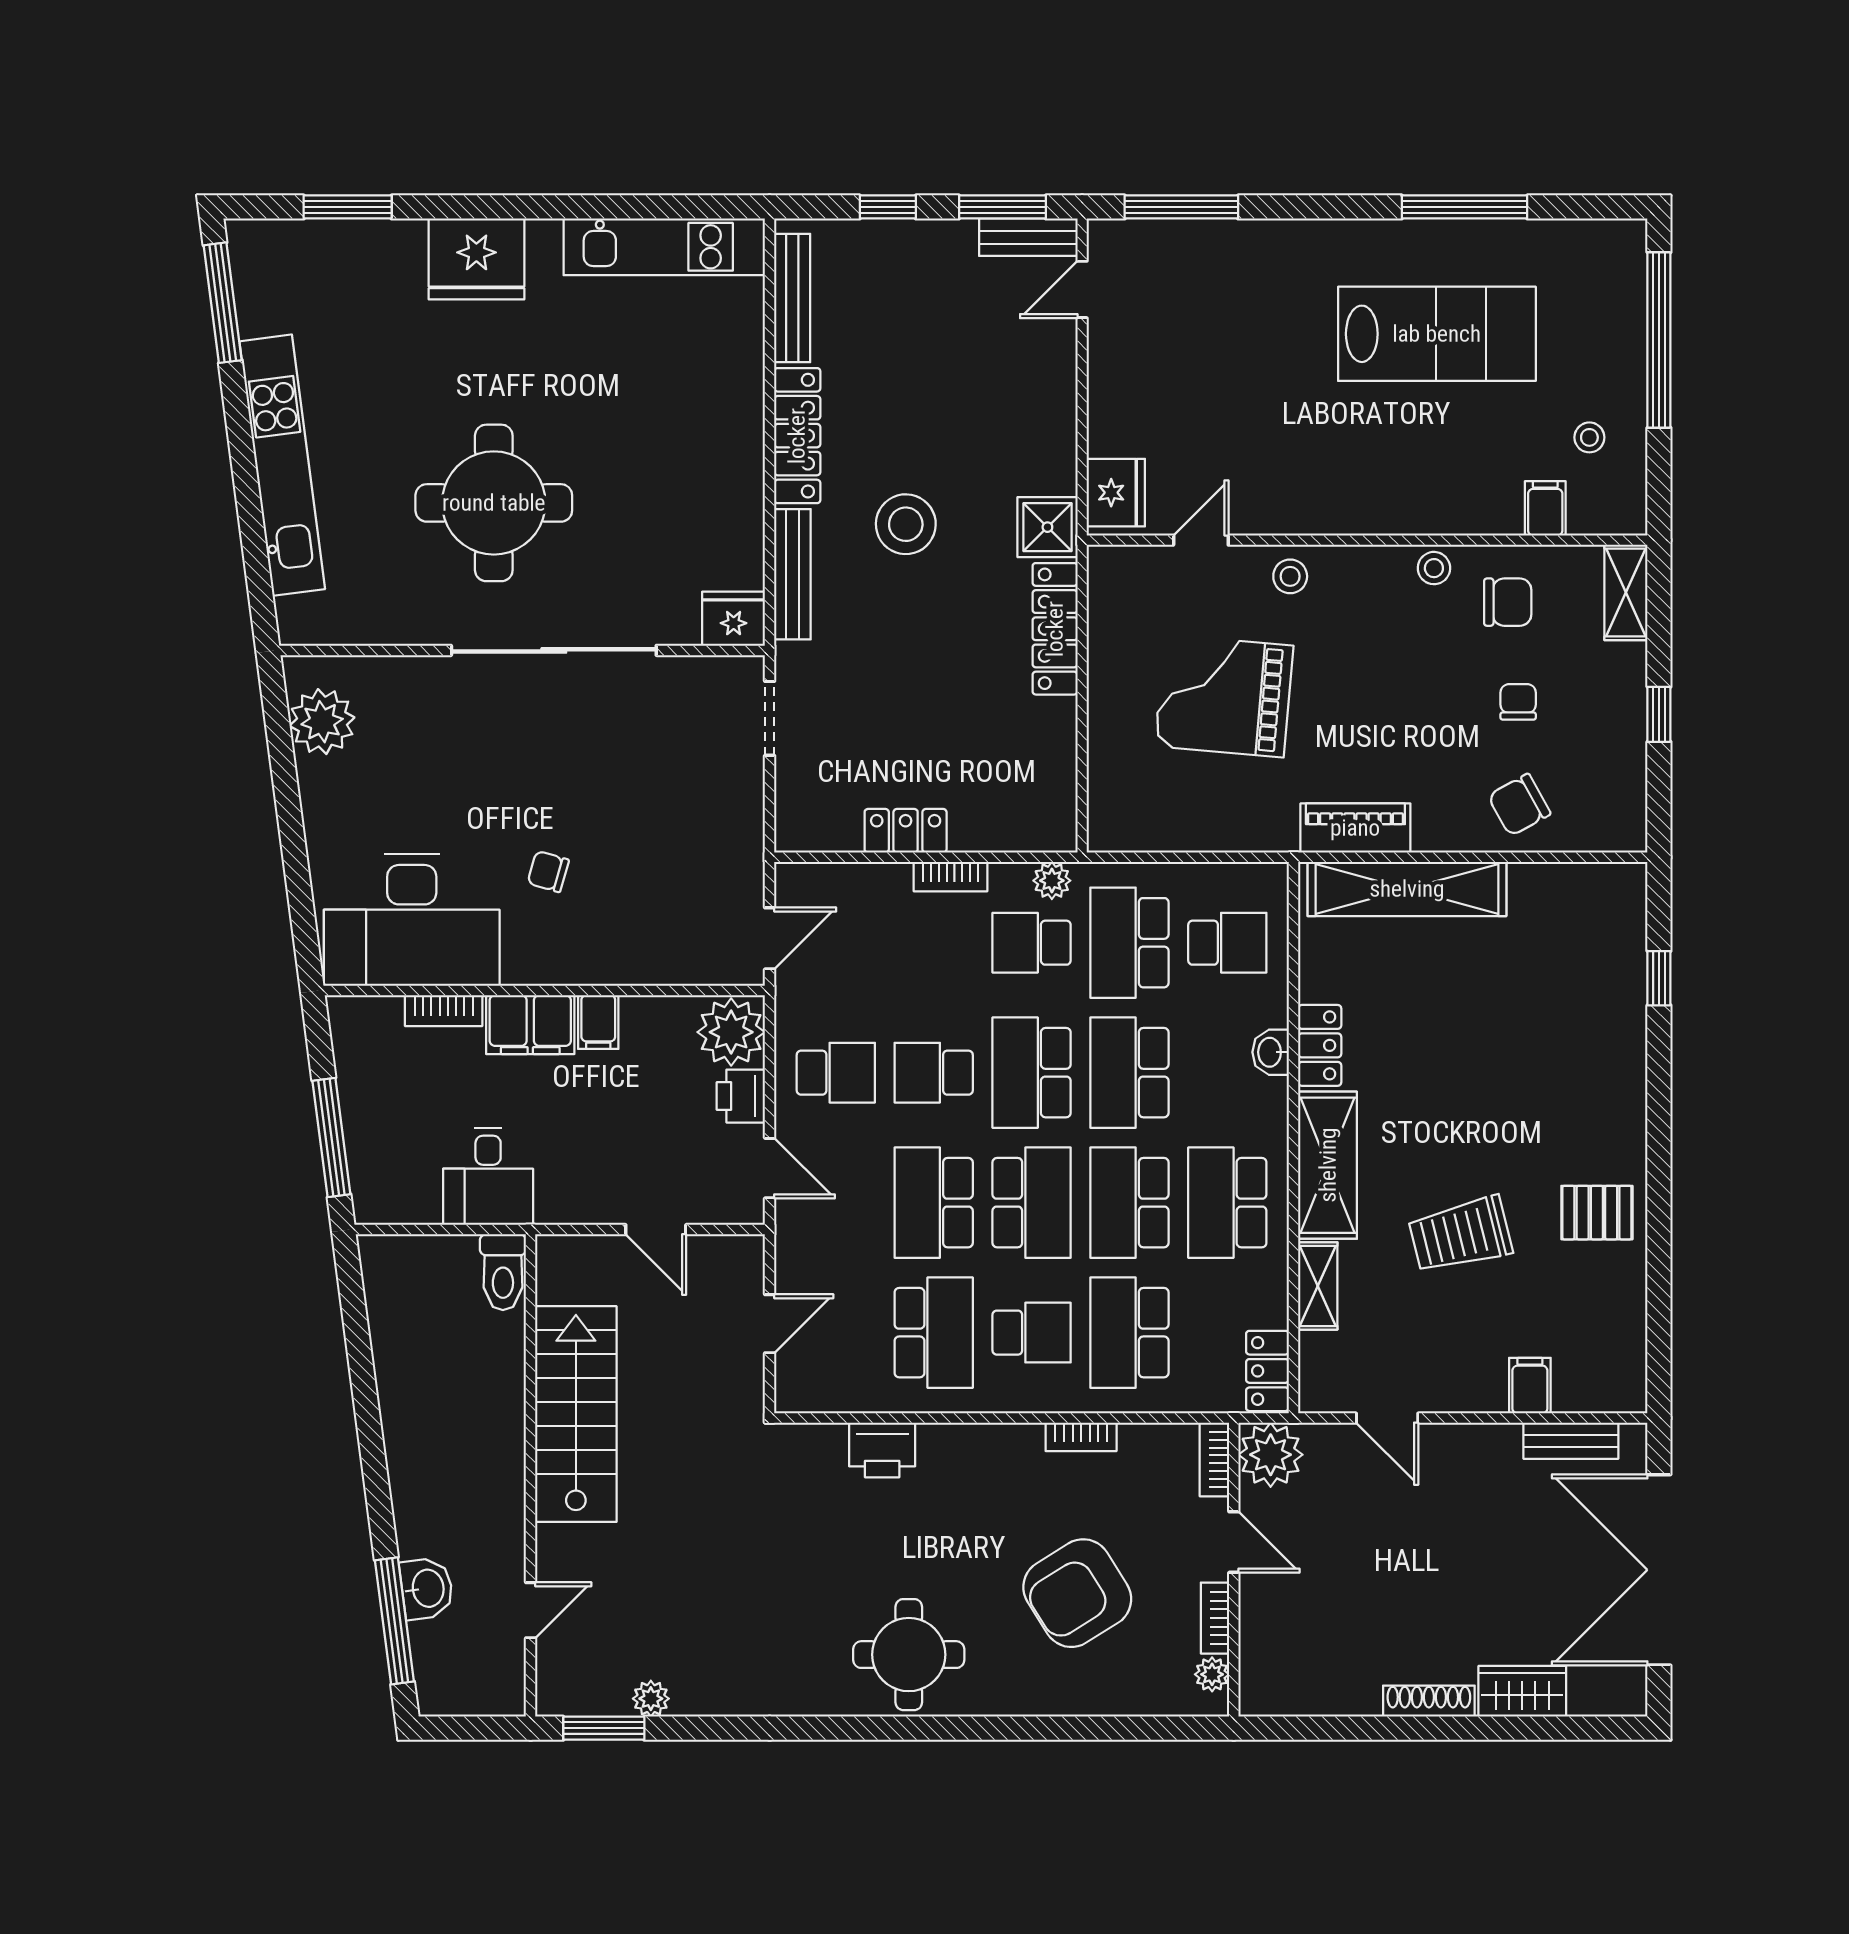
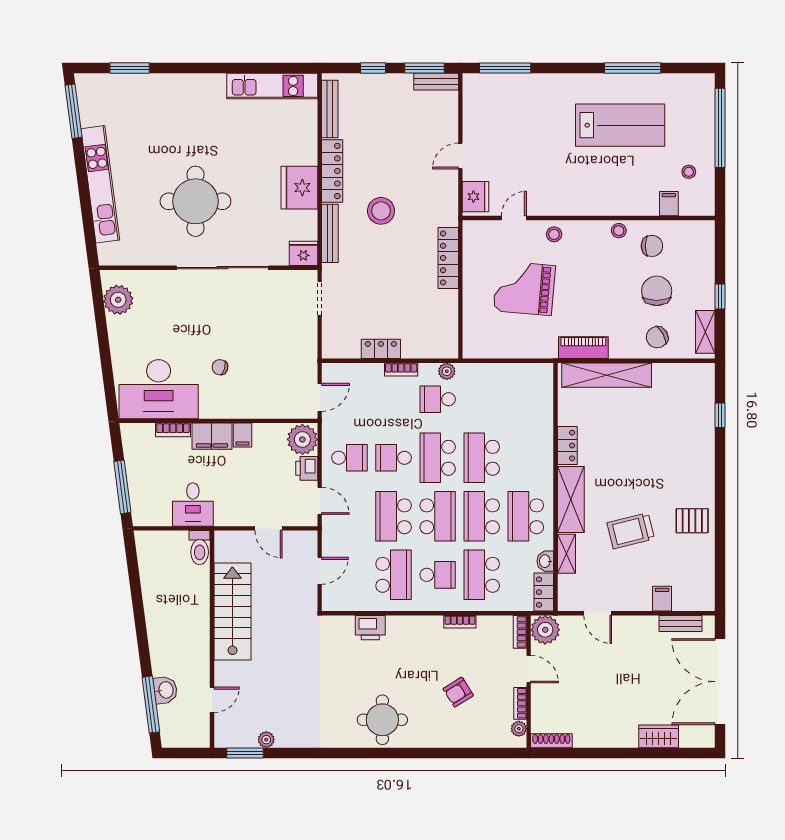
fridge: (476, 259) -> (299, 188), moved, turned 90
door: (1082, 289) -> (460, 156), moved
shower: (1047, 527) -> (445, 212), removed
shelving: (1626, 592) -> (705, 332), moved
chair: (1518, 702) -> (657, 291), width x1.87, depth x1.87
school desk: (1129, 943) -> (482, 399), removed
school desk: (1227, 943) -> (526, 399), removed
washbasin: (1271, 1052) -> (545, 561), moved
armchair: (1077, 1593) -> (458, 692), width x0.53, depth x0.53
shoe rack: (1429, 1701) -> (551, 741), moved

